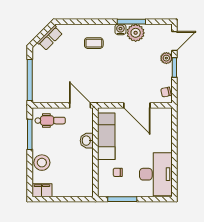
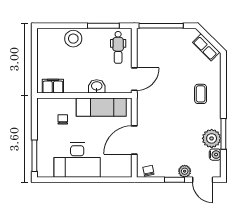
water cooler: (120, 29) -> (215, 155), moved
desk: (156, 174) -> (77, 160), moved
filing cabinet: (42, 190) -> (53, 86), moved, turned -90
window: (122, 199) -> (34, 156), moved

